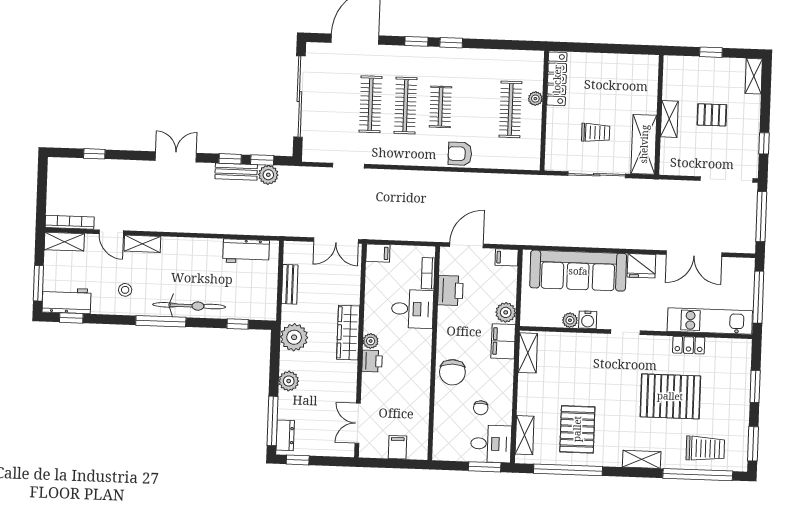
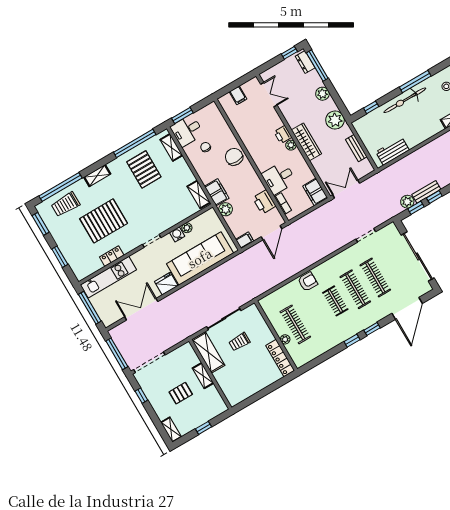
filing cabinet: (378, 253) -> (315, 192), width x2.00

